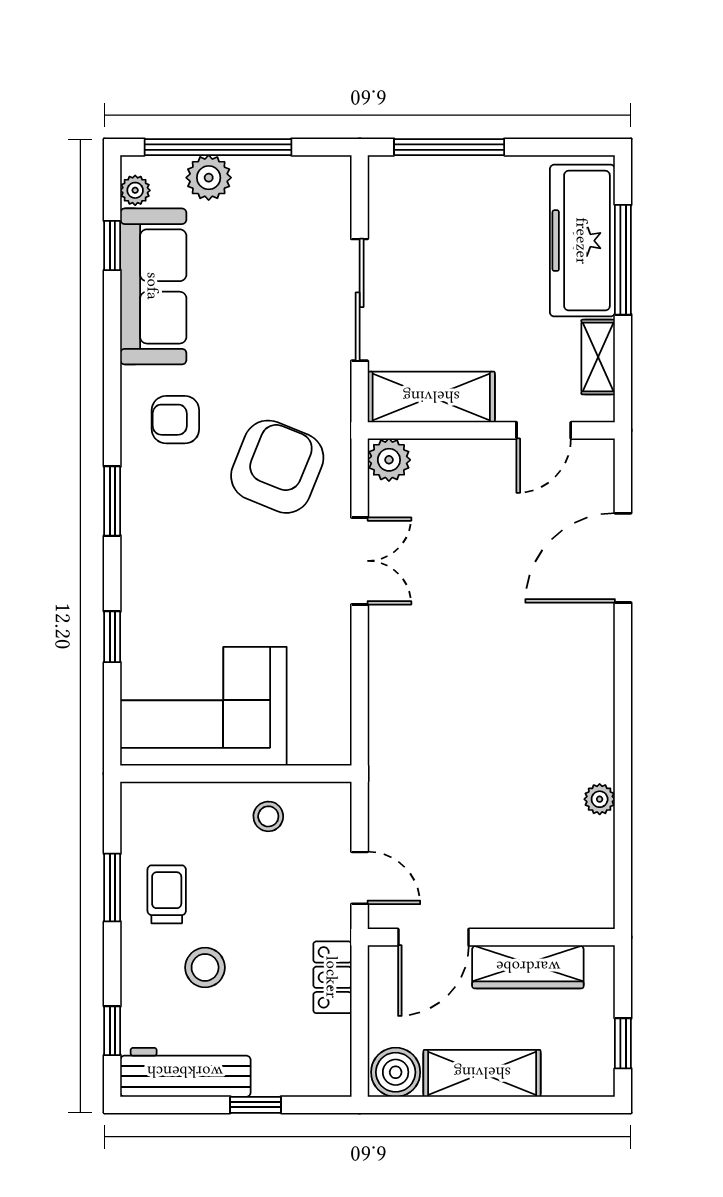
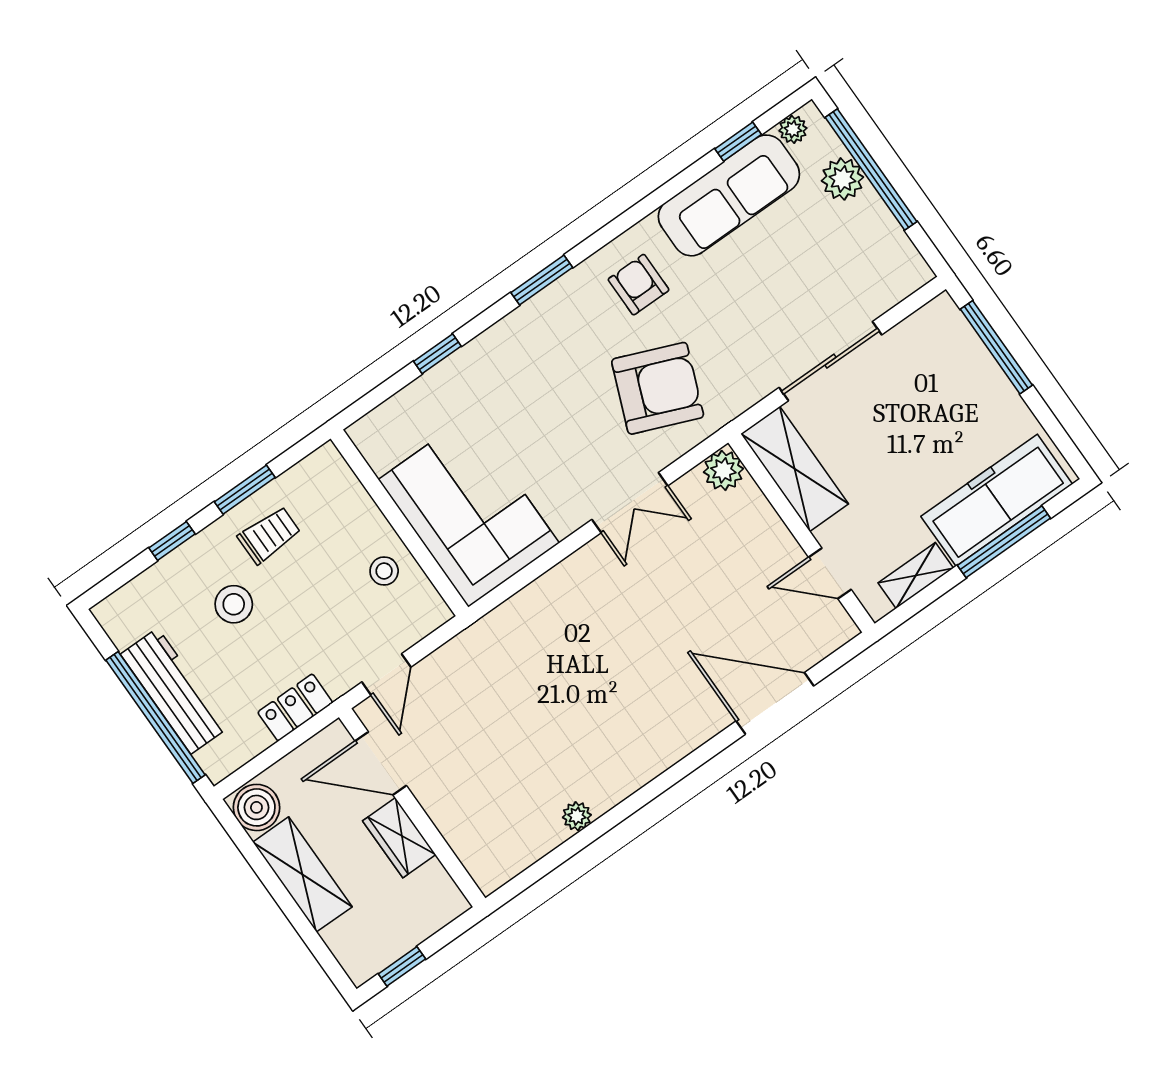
corner sofa: (203, 706) -> (469, 511), moved
wardrobe: (528, 967) -> (399, 838), width x0.67
window: (112, 1031) -> (172, 541), moved
workbench: (185, 1072) -> (174, 691), moved
window: (256, 1105) -> (156, 718), width x3.17

